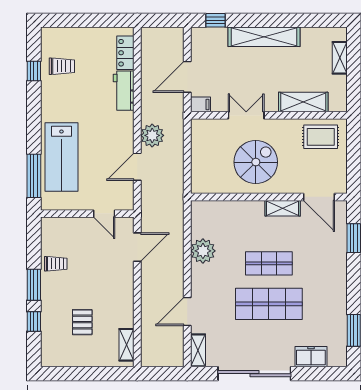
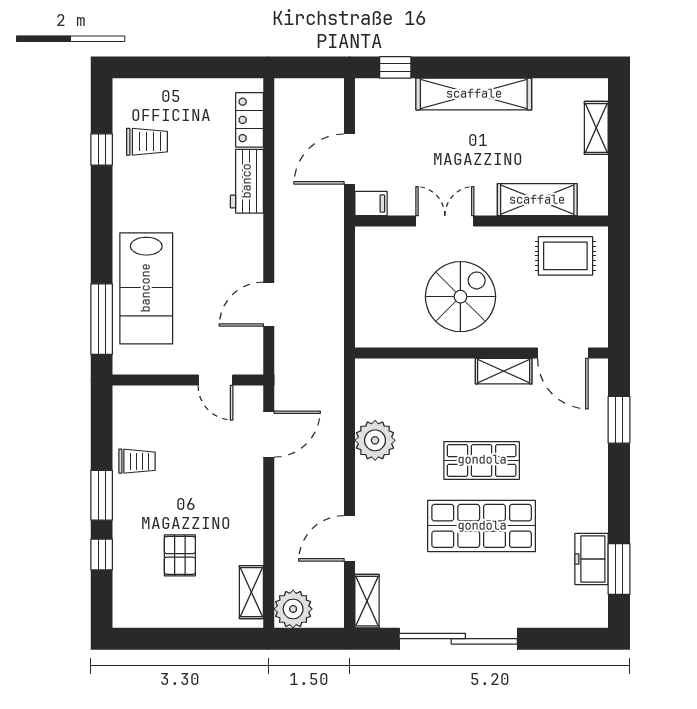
plant: (152, 135) -> (293, 609), moved
freezer: (311, 357) -> (592, 559), moved, turned -90

